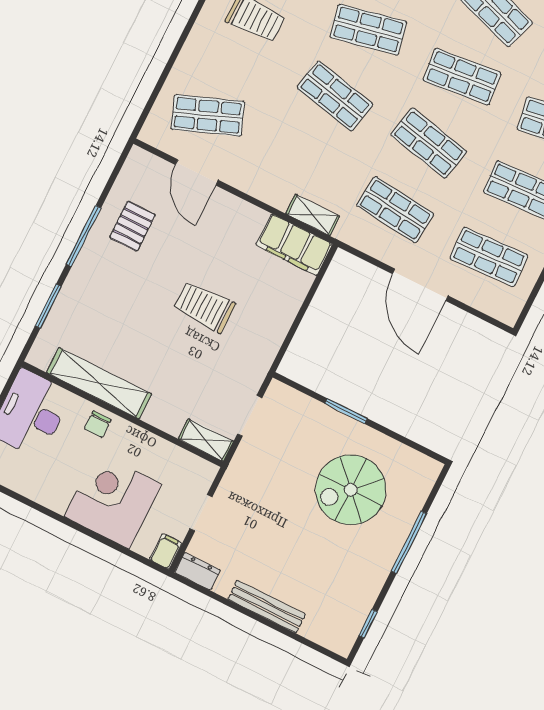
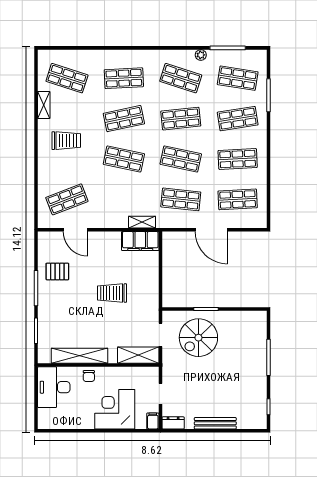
pallet: (132, 226) -> (57, 271), turned 90
shelving: (206, 440) -> (138, 355), width x1.50, depth x1.33
spiral stairs: (351, 490) -> (198, 338), moved

